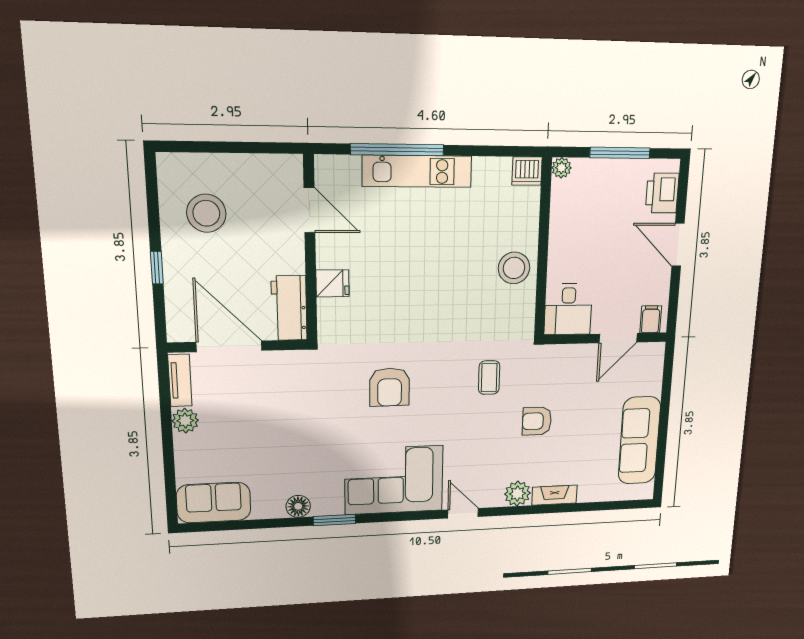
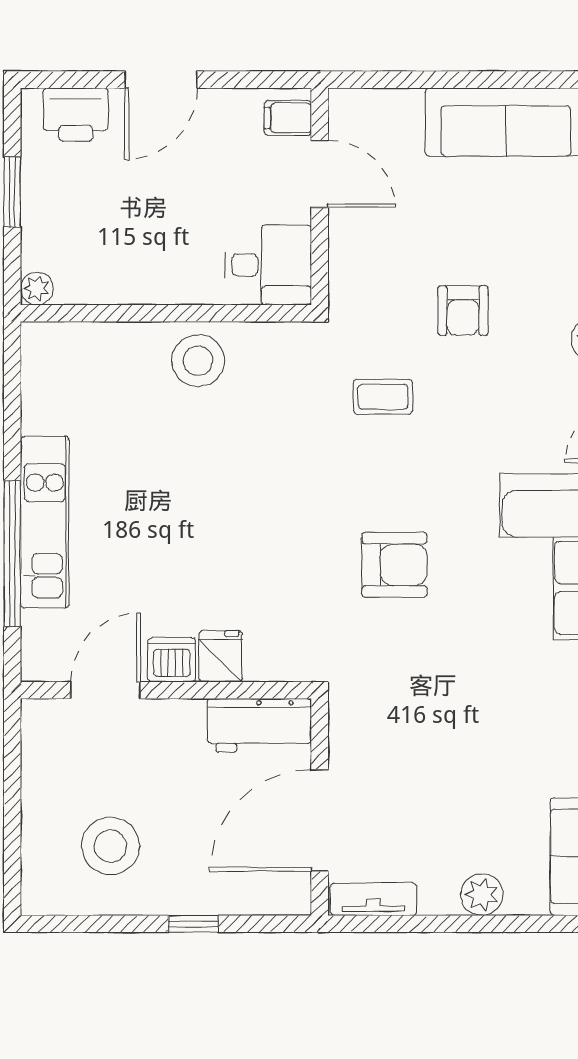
window: (620, 153) -> (12, 192), width x0.69
dishwasher: (527, 171) -> (172, 660), moved, turned -90
plant: (185, 421) -> (482, 895), moved

